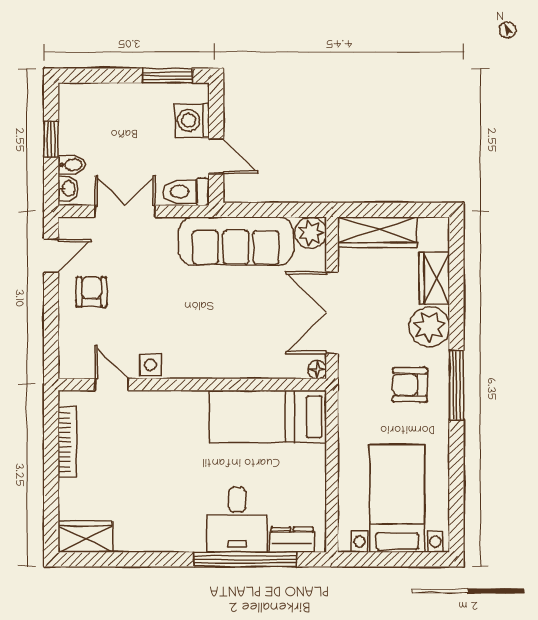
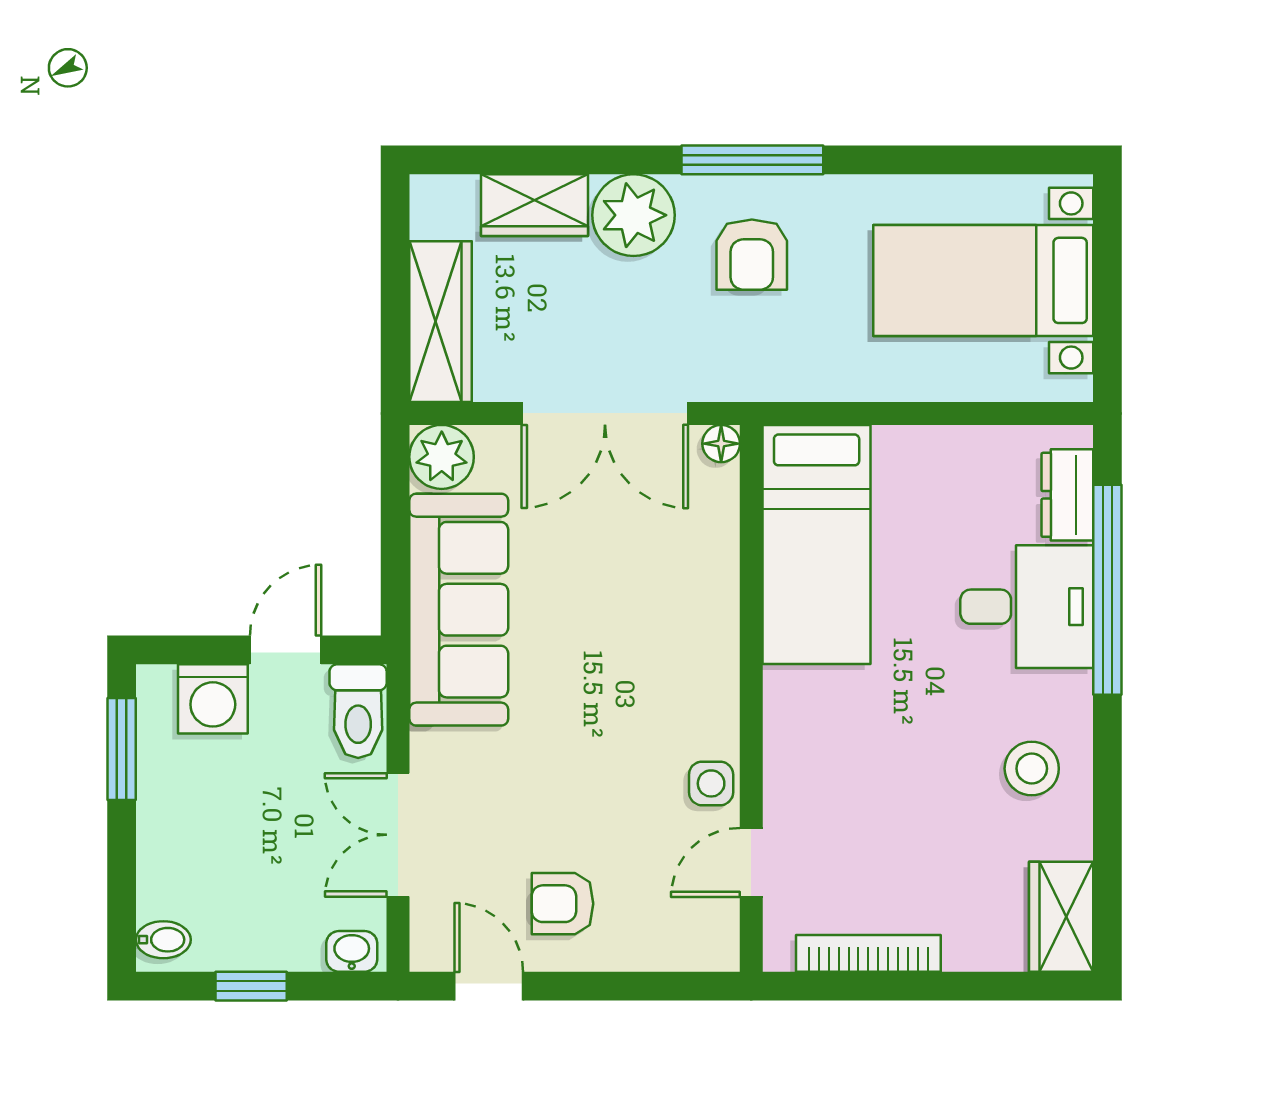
bidet: (72, 165) -> (163, 940), moved, turned 90
stool: (158, 522) -> (1032, 769), added

